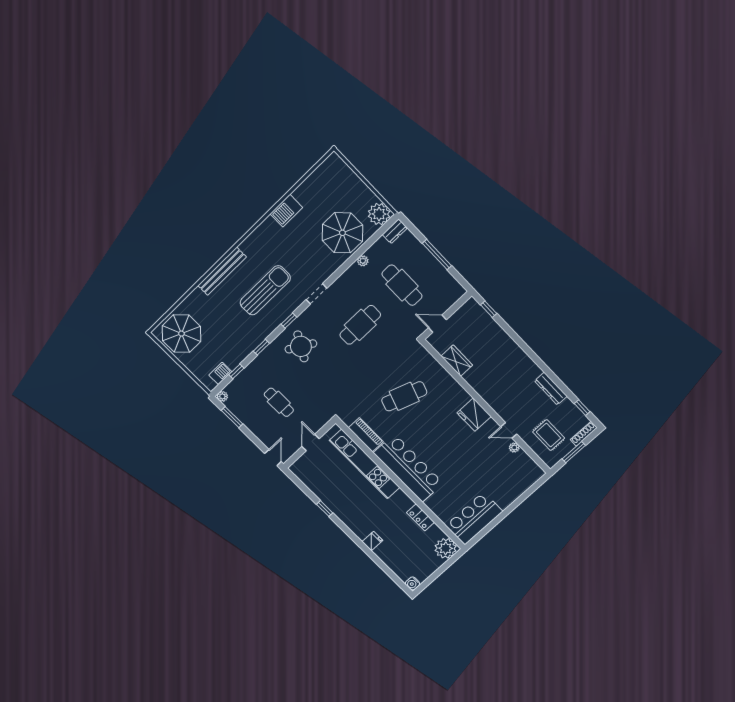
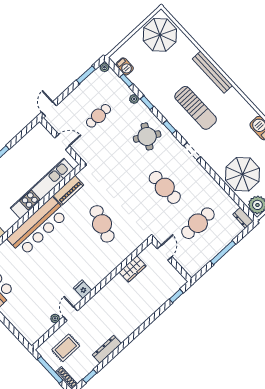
plant: (363, 261) -> (134, 99), moved
fridge: (474, 415) -> (83, 289), width x0.53, depth x0.75
window: (574, 452) -> (50, 370), width x1.44
door: (273, 458) -> (49, 109), swing flipped

